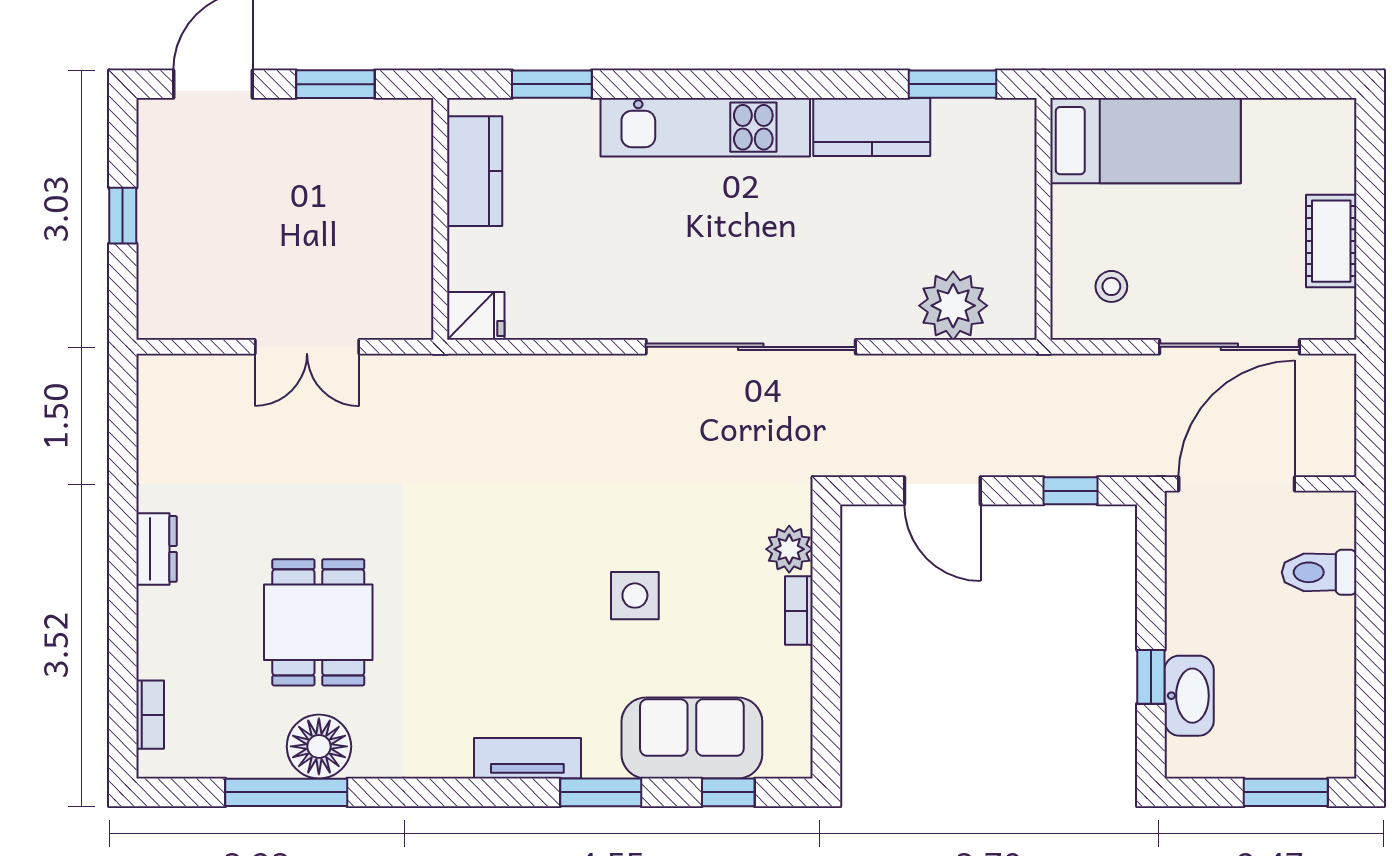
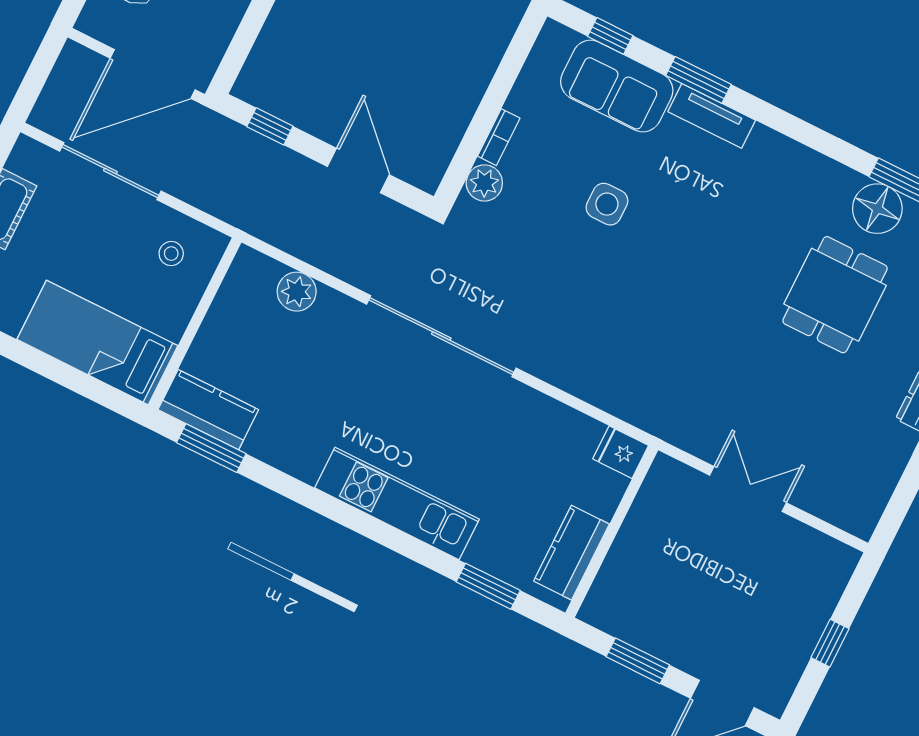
kitchen counter: (872, 127) -> (208, 410), moved
plant: (953, 306) -> (297, 292), width x0.73, depth x0.73
tv unit: (527, 758) -> (712, 116), moved

